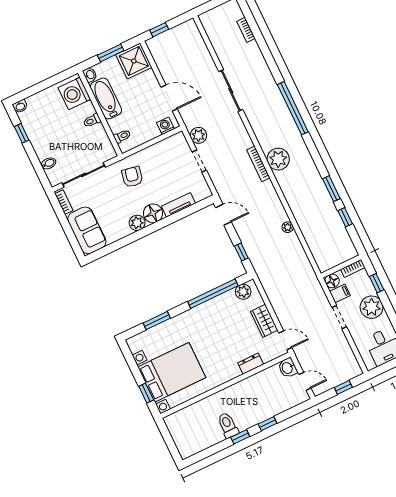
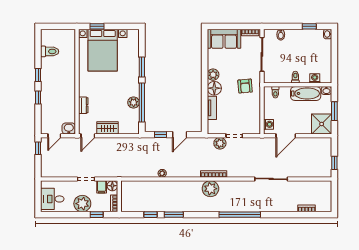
window: (159, 30) -> (334, 163), moved
washing machine: (74, 93) -> (315, 78), width x0.53, depth x0.53
plant: (198, 135) -> (220, 143), moved
armchair: (132, 177) -> (245, 86), turned 74
door: (223, 215) -> (180, 135), moved
plant: (243, 292) -> (134, 103), moved
window: (157, 321) -> (142, 67), moved
window: (343, 387) -> (38, 148), moved
toilet: (228, 425) -> (50, 51), moved

